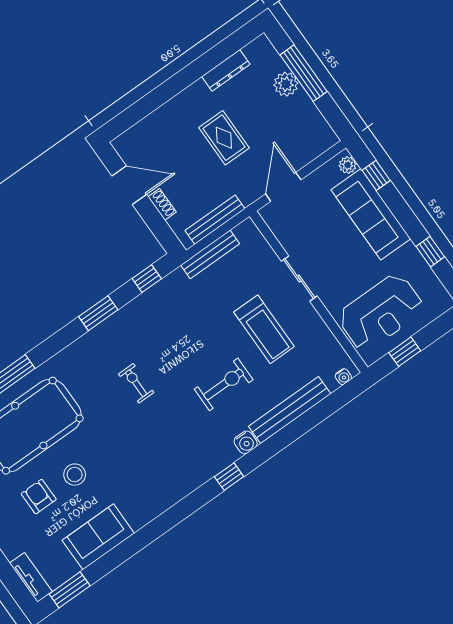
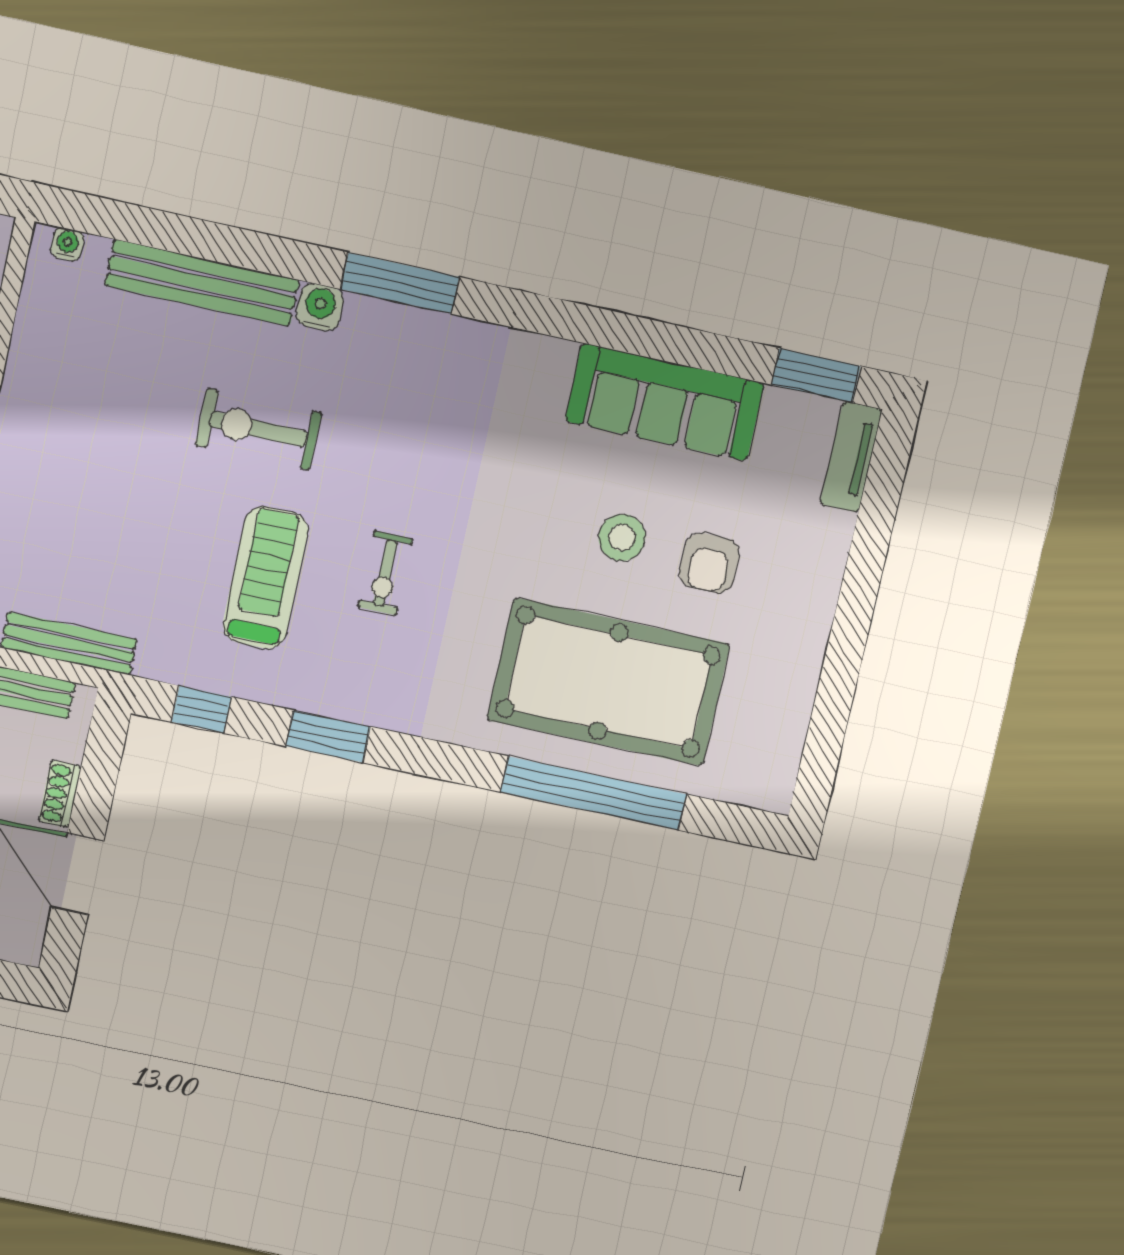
treadmill: (264, 329) -> (266, 578), moved
window: (229, 477) -> (400, 283), width x2.17
sofa: (98, 537) -> (665, 402), width x1.36

